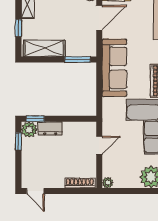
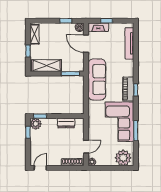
door: (99, 18) -> (86, 44), swing flipped
dresser: (50, 128) -> (66, 123), moved
door: (99, 145) -> (86, 147), moved
door: (35, 191) -> (40, 168), swing flipped

